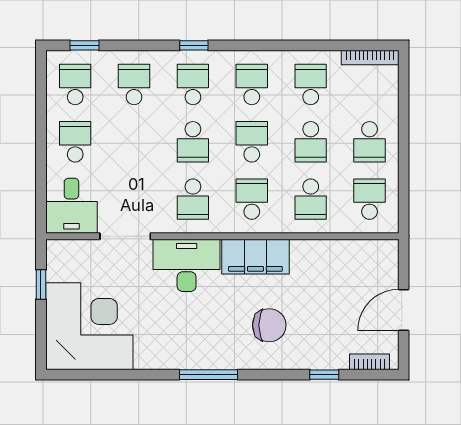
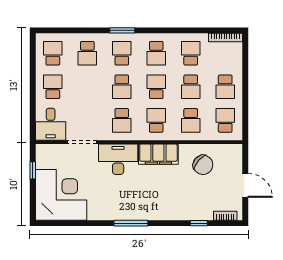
window: (85, 45) -> (58, 30), removed
window: (194, 45) -> (122, 30), width x1.50
school desk: (134, 84) -> (87, 53), turned 180
school desk: (252, 84) -> (156, 53), turned 180
door: (404, 310) -> (245, 185), swing flipped
chair: (269, 325) -> (203, 165), moved, turned 41

